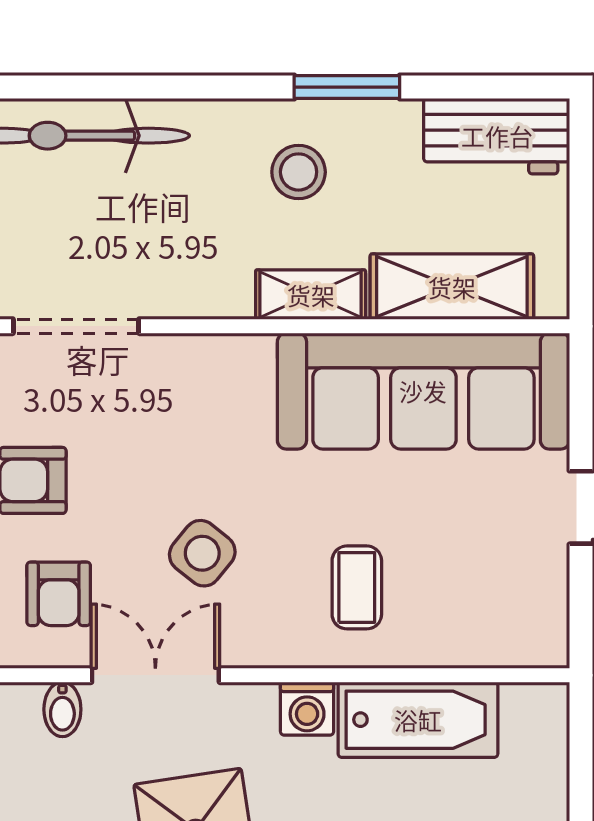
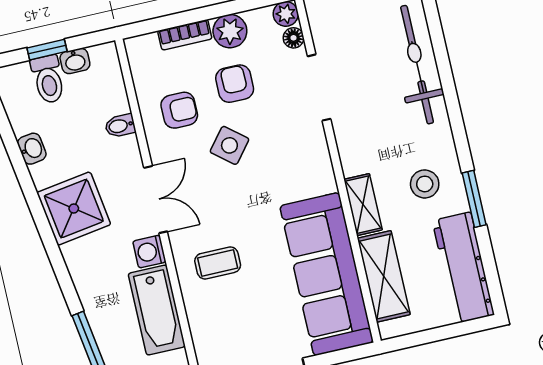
workbench: (497, 136) -> (463, 268), width x1.38
side table: (202, 553) -> (229, 145), moved
armchair: (59, 594) -> (179, 110), turned 180
double door: (155, 675) -> (156, 200), moved

